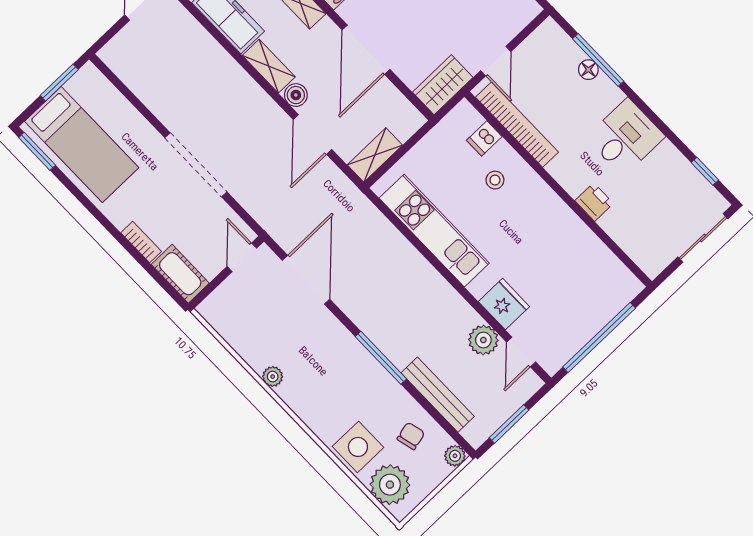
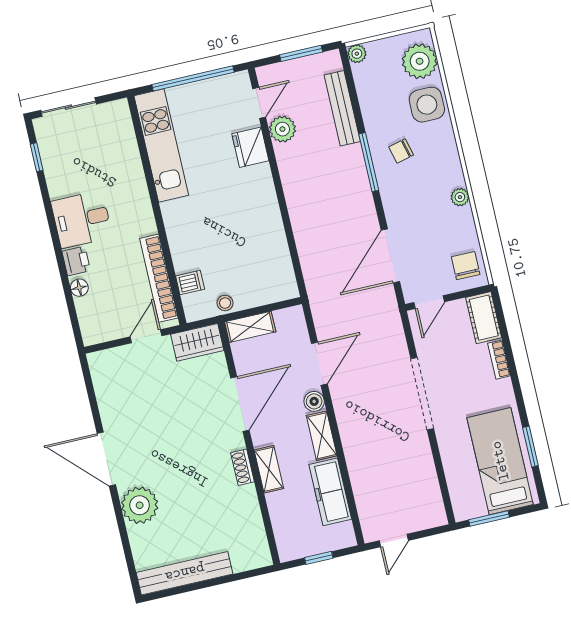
window: (598, 60) -> (67, 291), removed
window: (37, 151) -> (530, 447), moved
shelving: (375, 155) -> (250, 327), moved
stool: (495, 180) -> (225, 303), moved
printer: (594, 202) -> (76, 261), moved, turned 180
kitchen unit: (434, 231) -> (161, 145), moved, turned 180
chair: (228, 314) -> (466, 266), added
chair: (411, 436) -> (401, 151), moved

